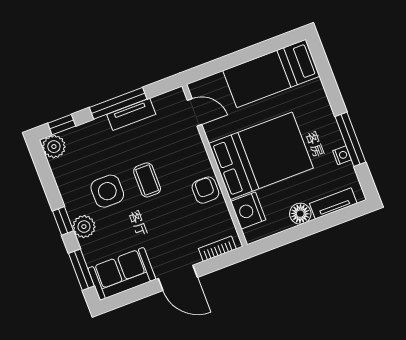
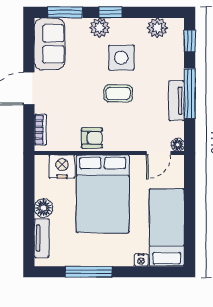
floor lamp: (178, 95) -> (178, 145), added
plant: (54, 147) -> (157, 28), moved
nightstand: (342, 155) -> (141, 260), moved

